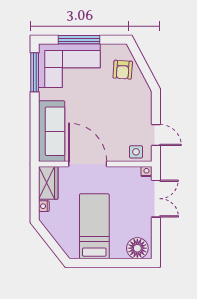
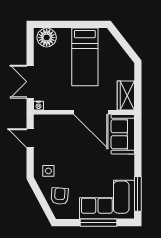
sofa: (52, 131) -> (123, 134), width x0.73
side table: (136, 152) -> (48, 171), moved
nightstand: (44, 206) -> (130, 75), removed

